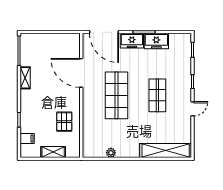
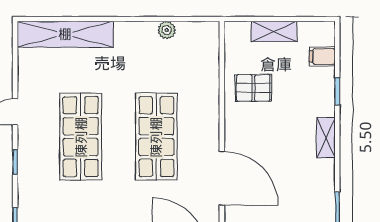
shelving: (25, 78) -> (326, 138), moved
shop shelf: (157, 95) -> (81, 137), width x1.43, depth x1.36
pallet: (64, 122) -> (253, 88), turned 90

